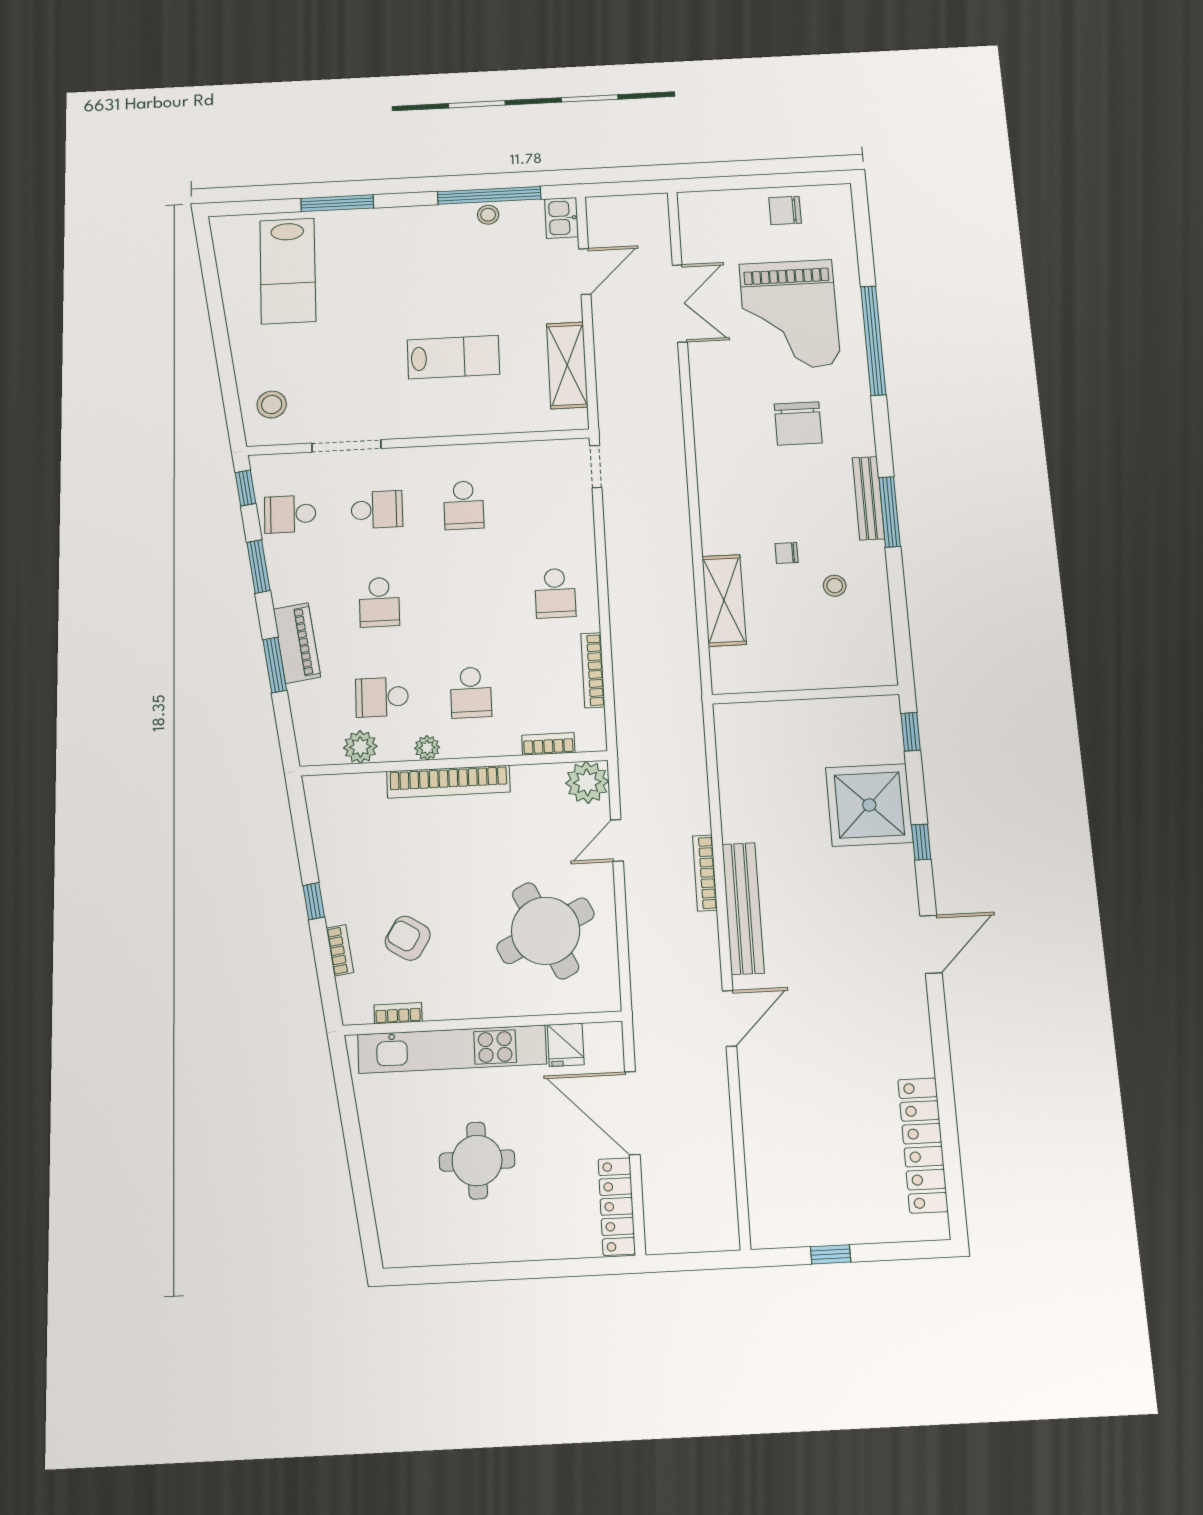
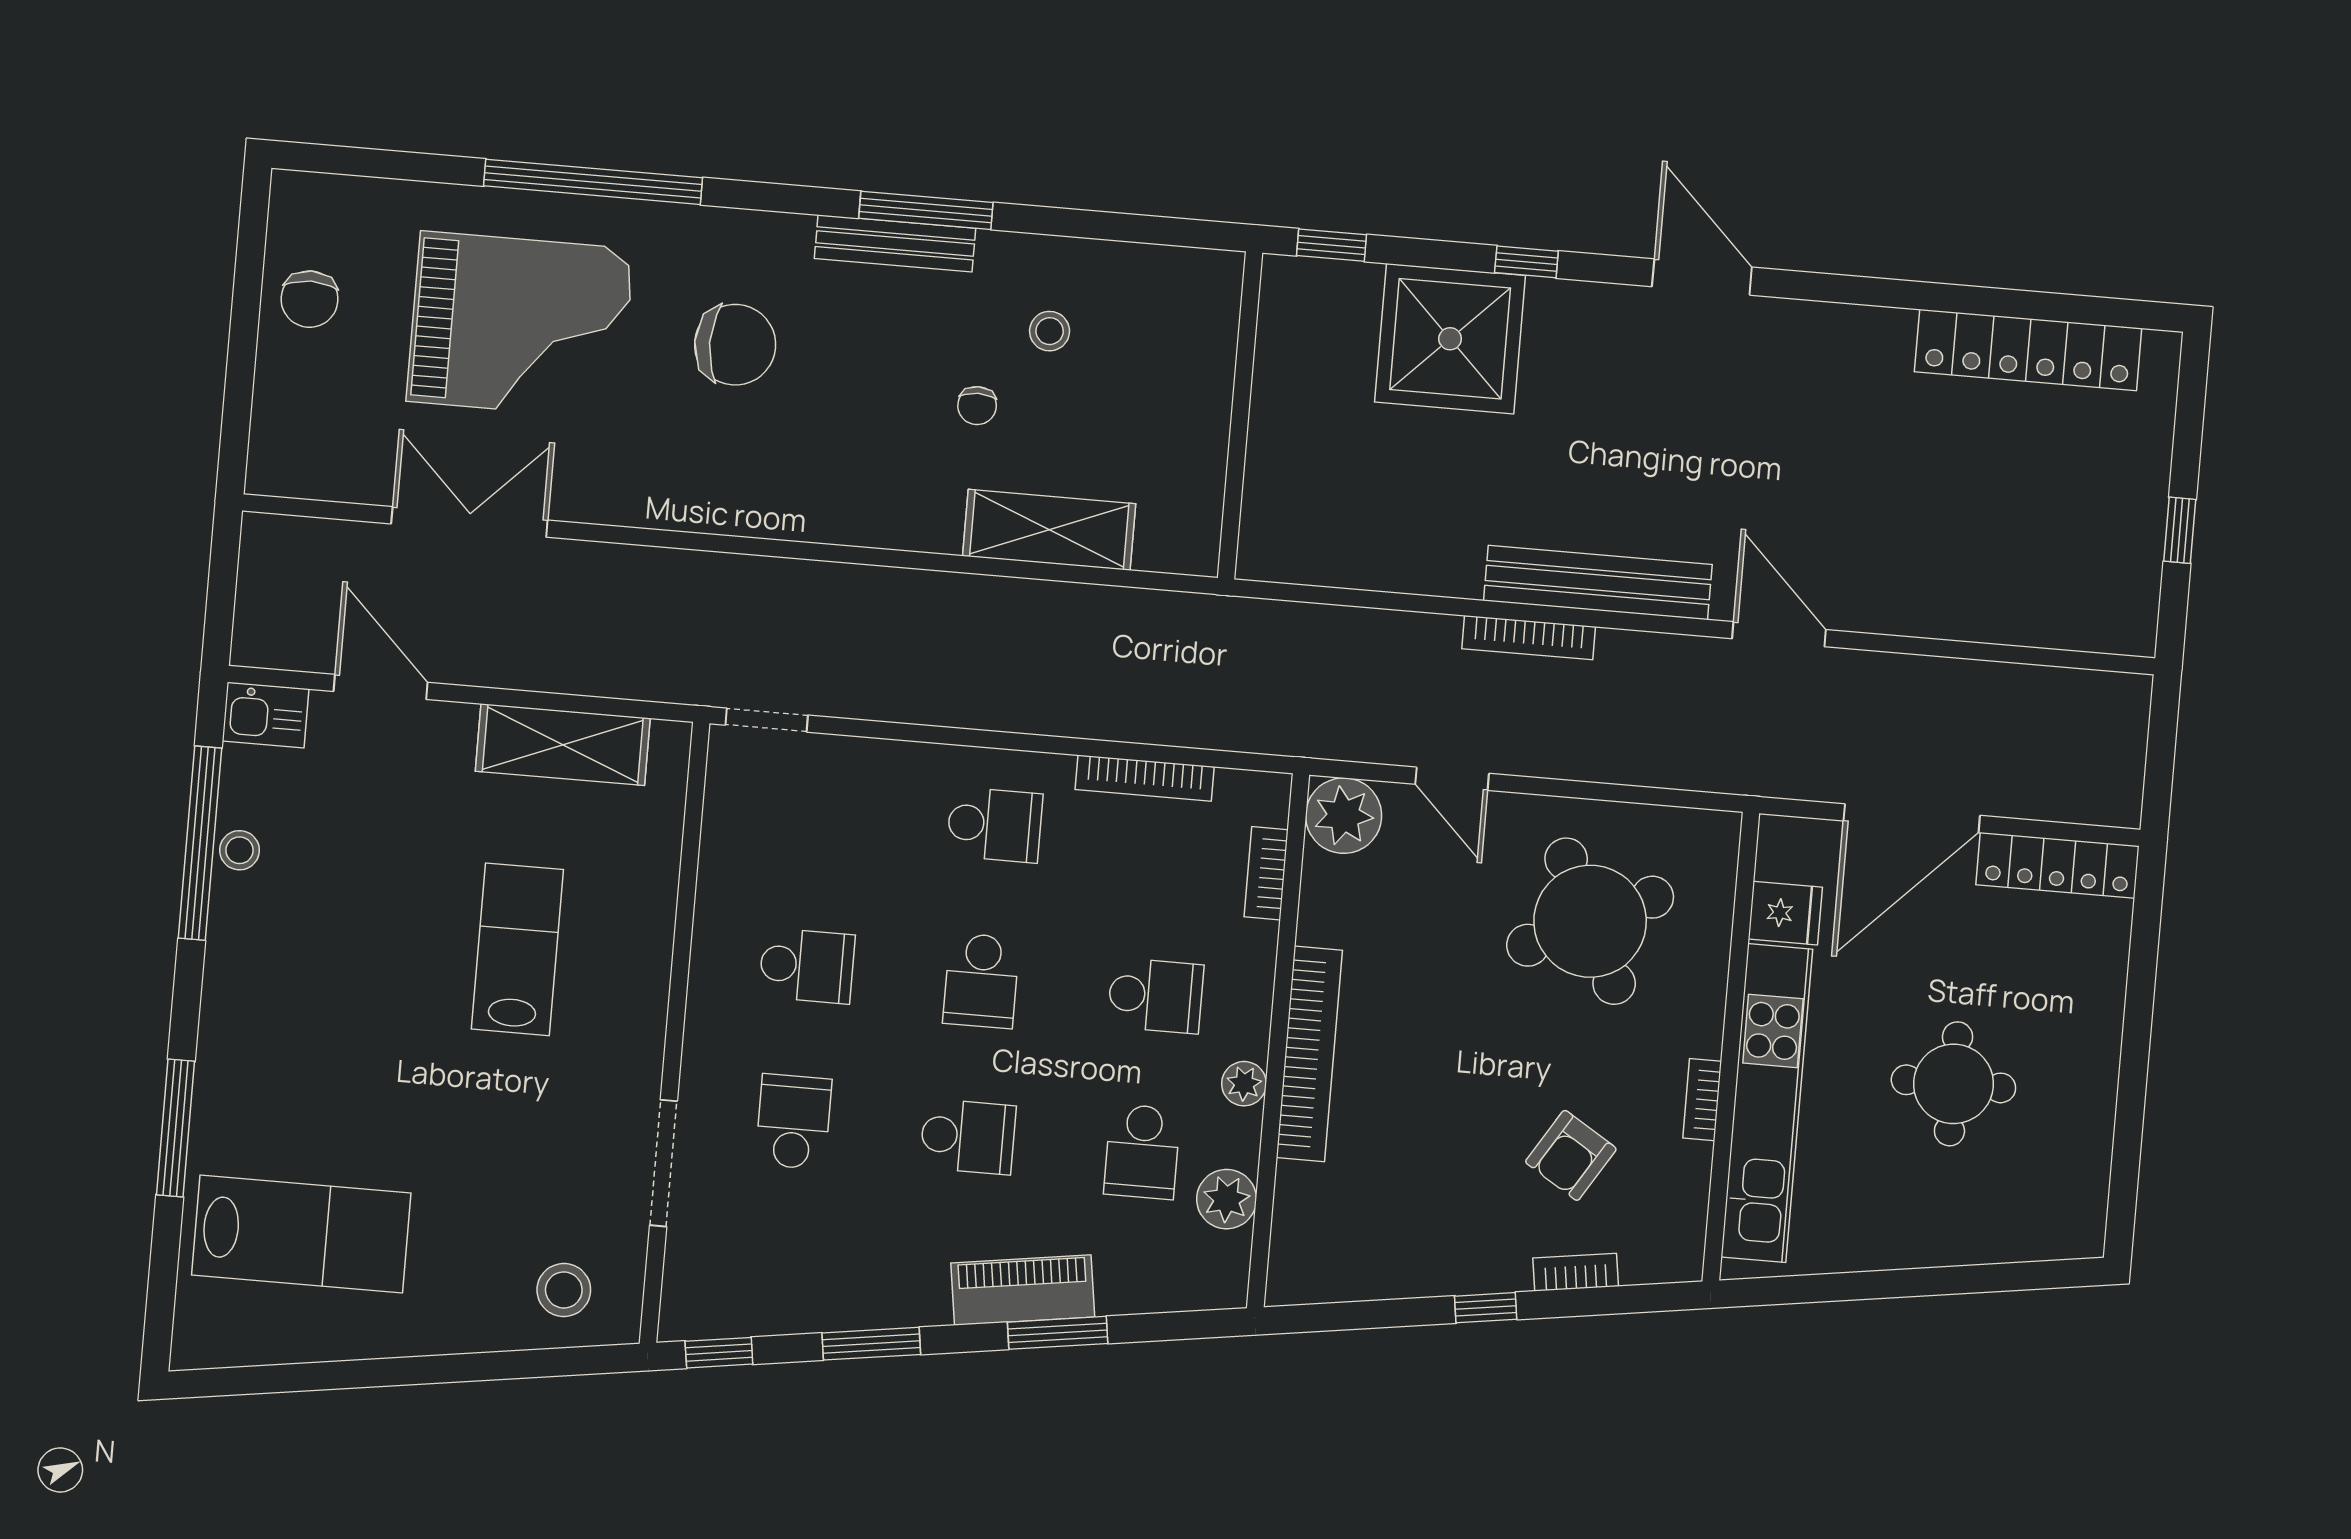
school desk: (290, 514) -> (981, 981), moved
bookcase: (398, 1013) -> (1702, 1100), moved

